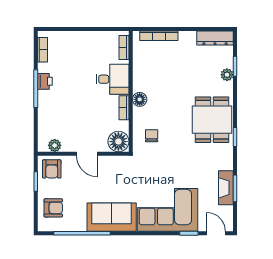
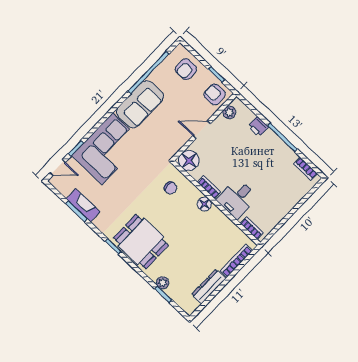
dresser: (215, 38) -> (209, 287), moved
printer: (45, 81) -> (258, 127), moved

